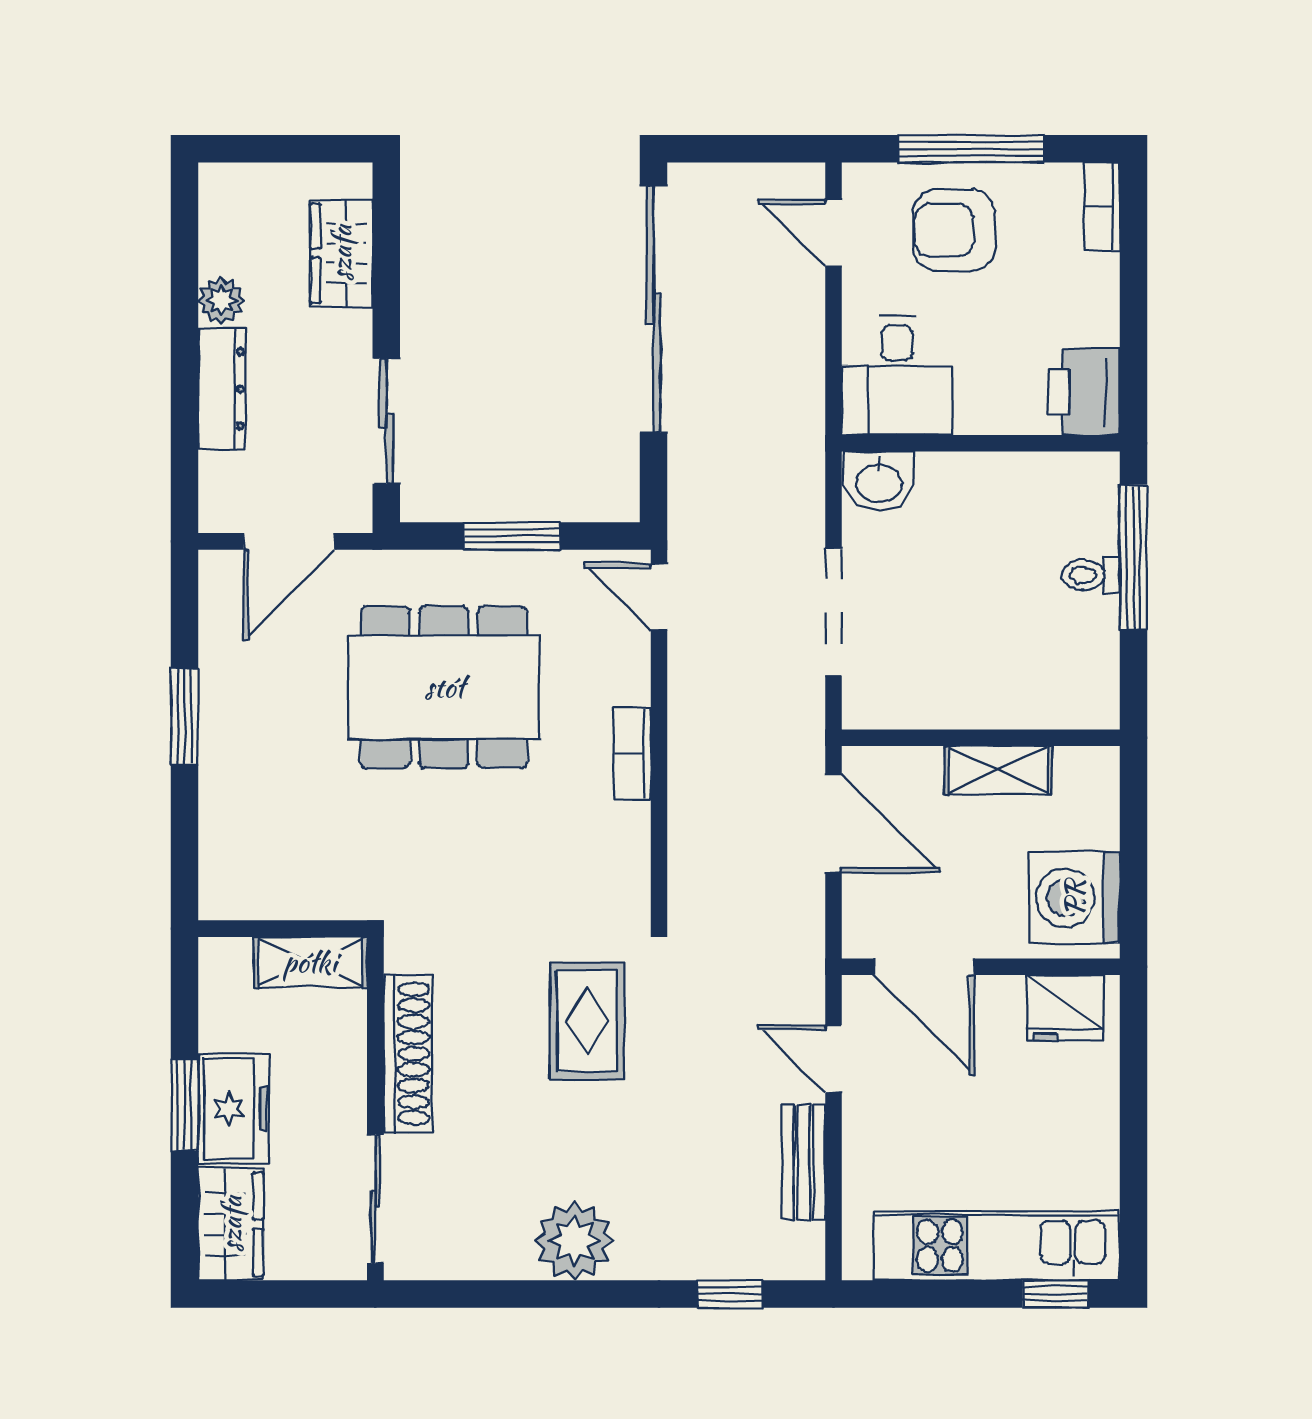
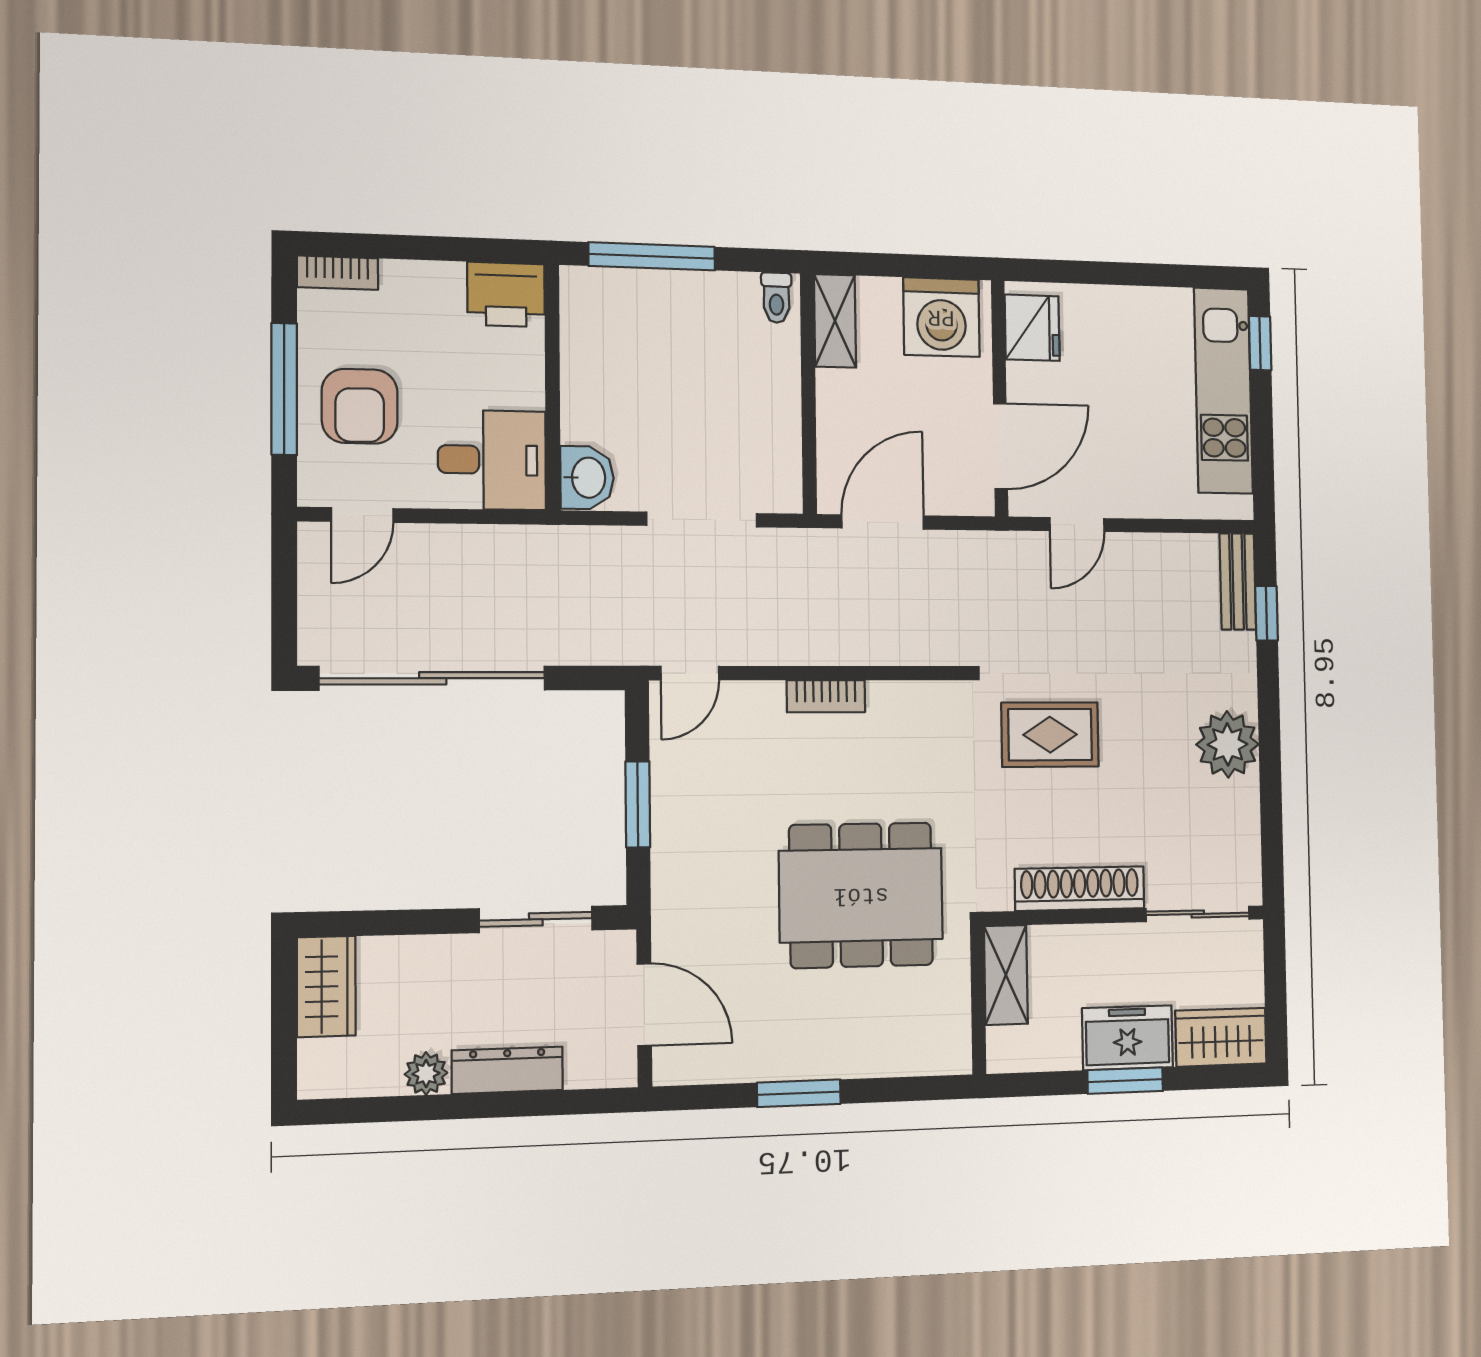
wardrobe: (341, 253) -> (326, 986), moved, turned -90
toilet: (1091, 575) -> (776, 298), moved
dining table: (444, 687) -> (861, 895), moved, turned 90
shelving: (998, 770) -> (835, 321), moved
bench: (803, 1163) -> (1238, 582), moved, turned 90

